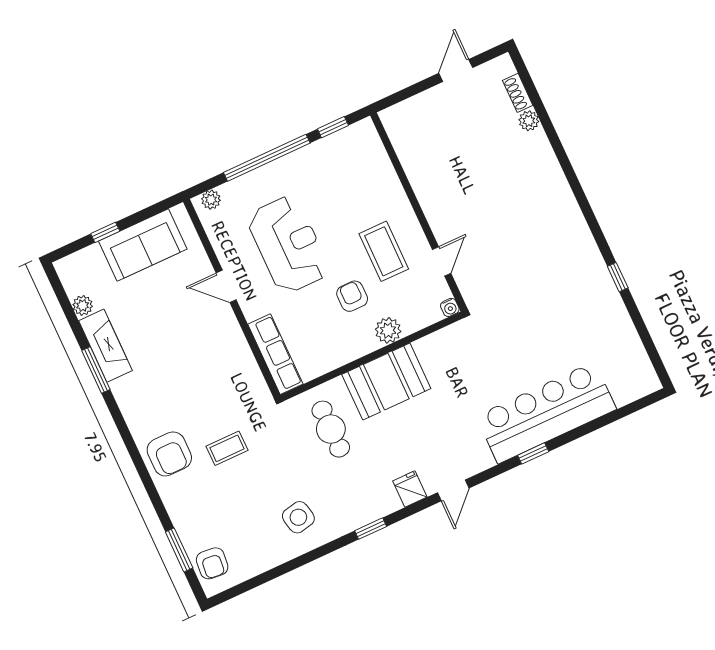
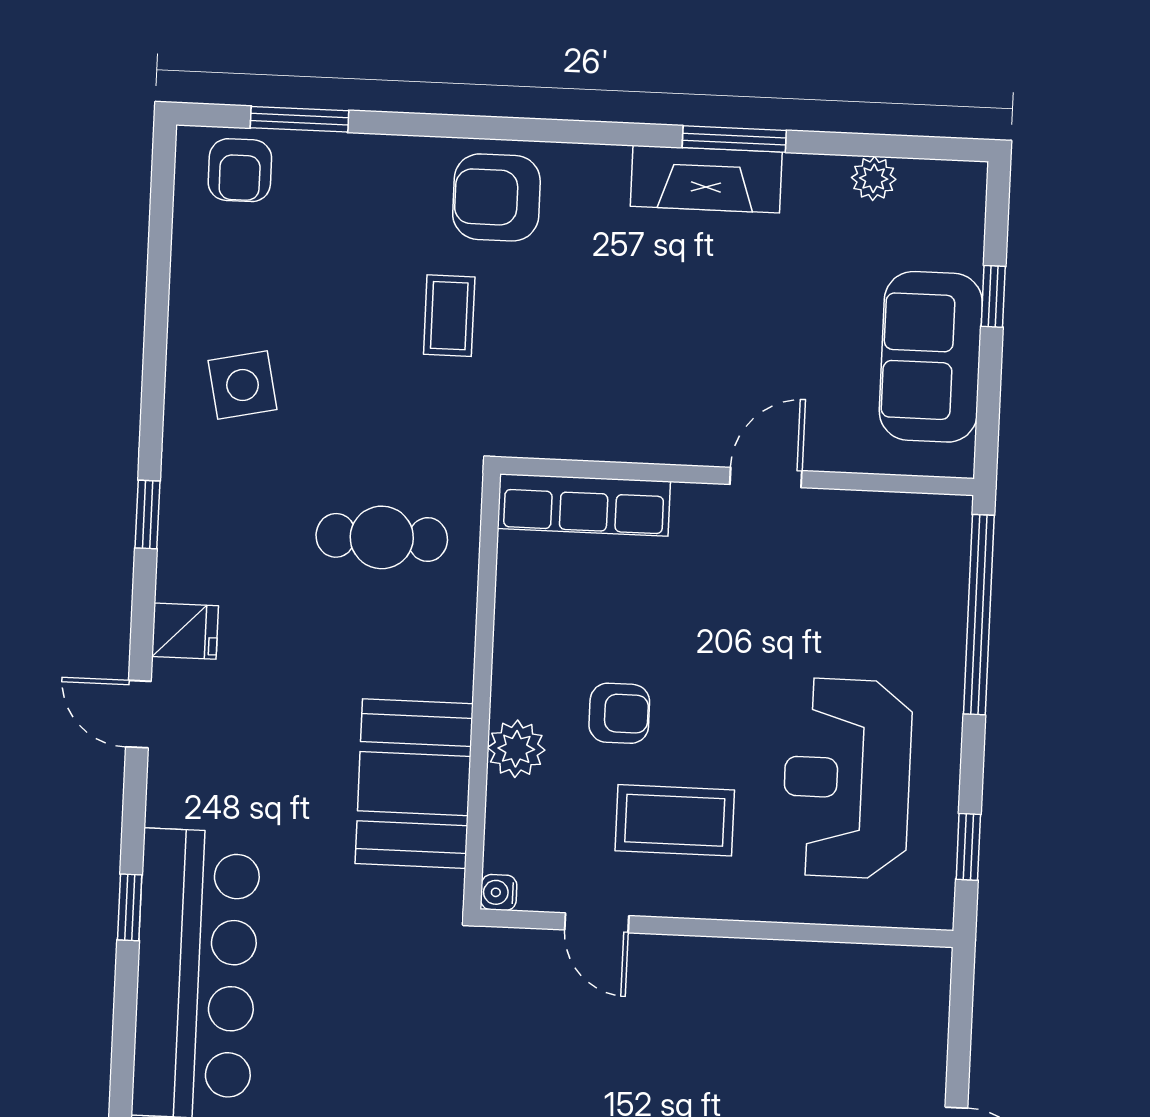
window: (267, 158) -> (979, 615), moved
plant: (211, 200) -> (950, 536), removed
reception desk: (288, 245) -> (847, 778), moved, turned 90
fireplace: (105, 346) -> (706, 179), moved
booth: (386, 382) -> (414, 784), moved
armchair: (212, 563) -> (240, 170), turned -96

